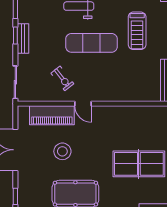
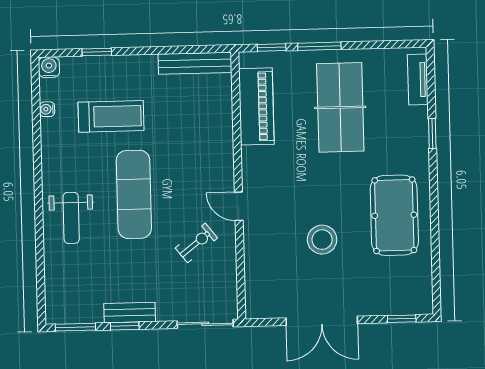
door: (83, 104) -> (239, 206), swing flipped
piano: (52, 115) -> (256, 106), moved

